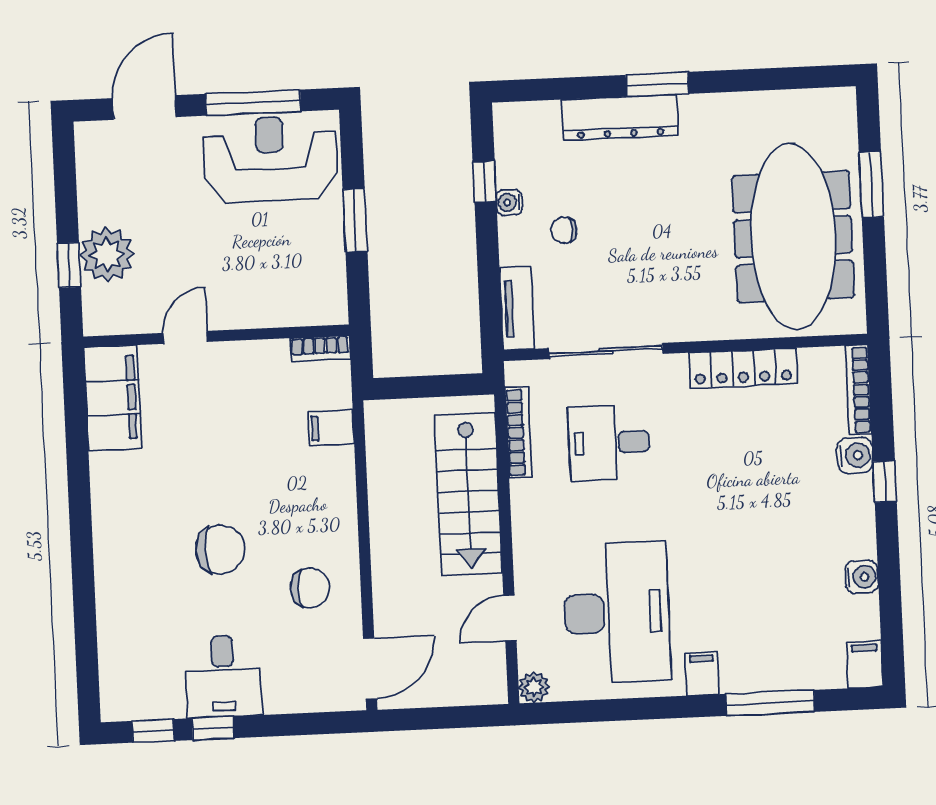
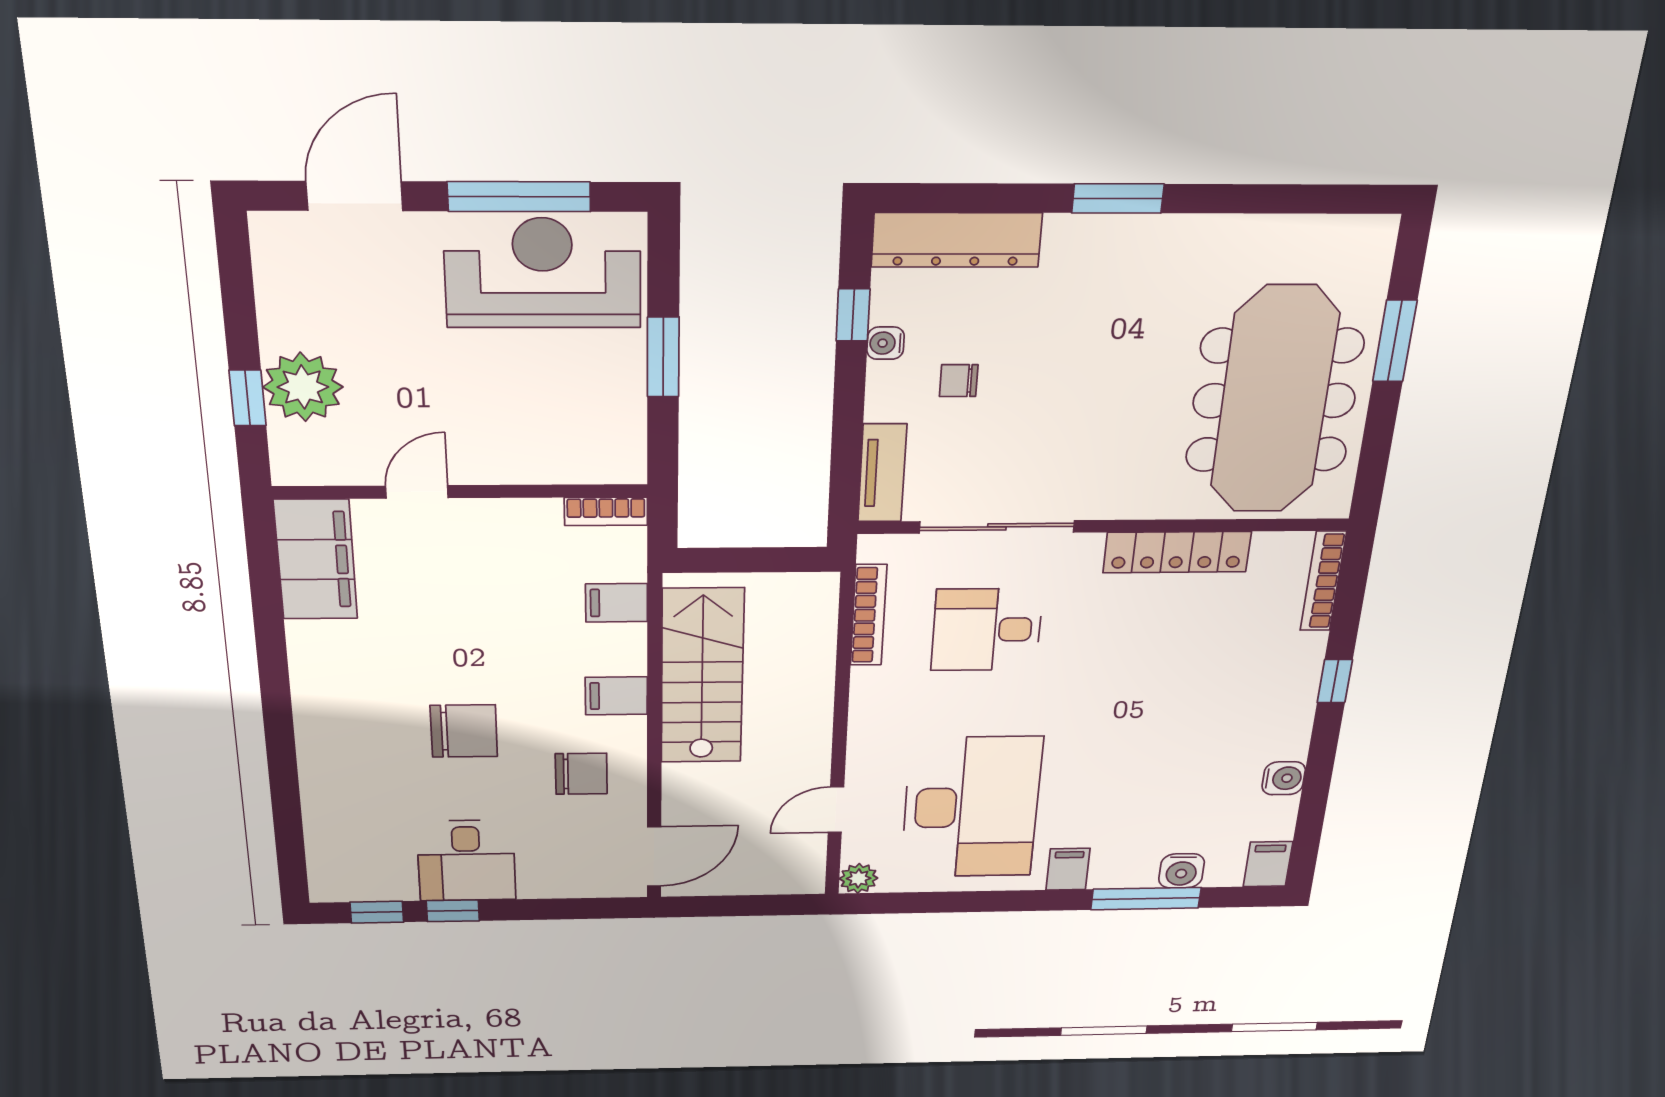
dresser: (620, 117) -> (957, 240), moved
water cooler: (855, 455) -> (1182, 871), moved, turned 90
stairs: (468, 494) -> (702, 676), moved, turned 180
filing cabinet: (334, 513) -> (616, 696), added

